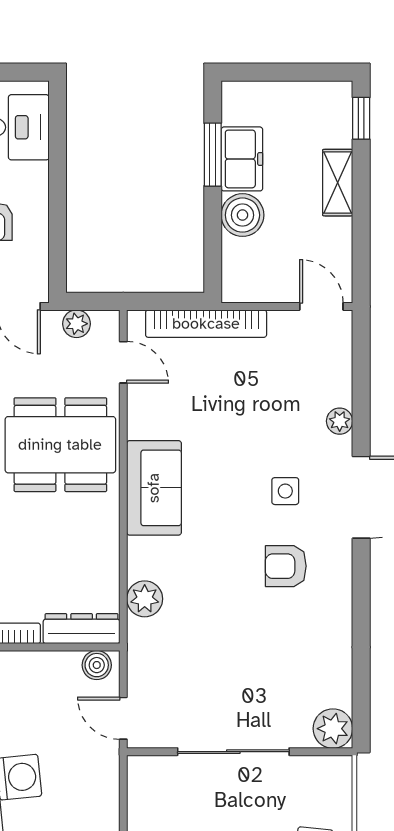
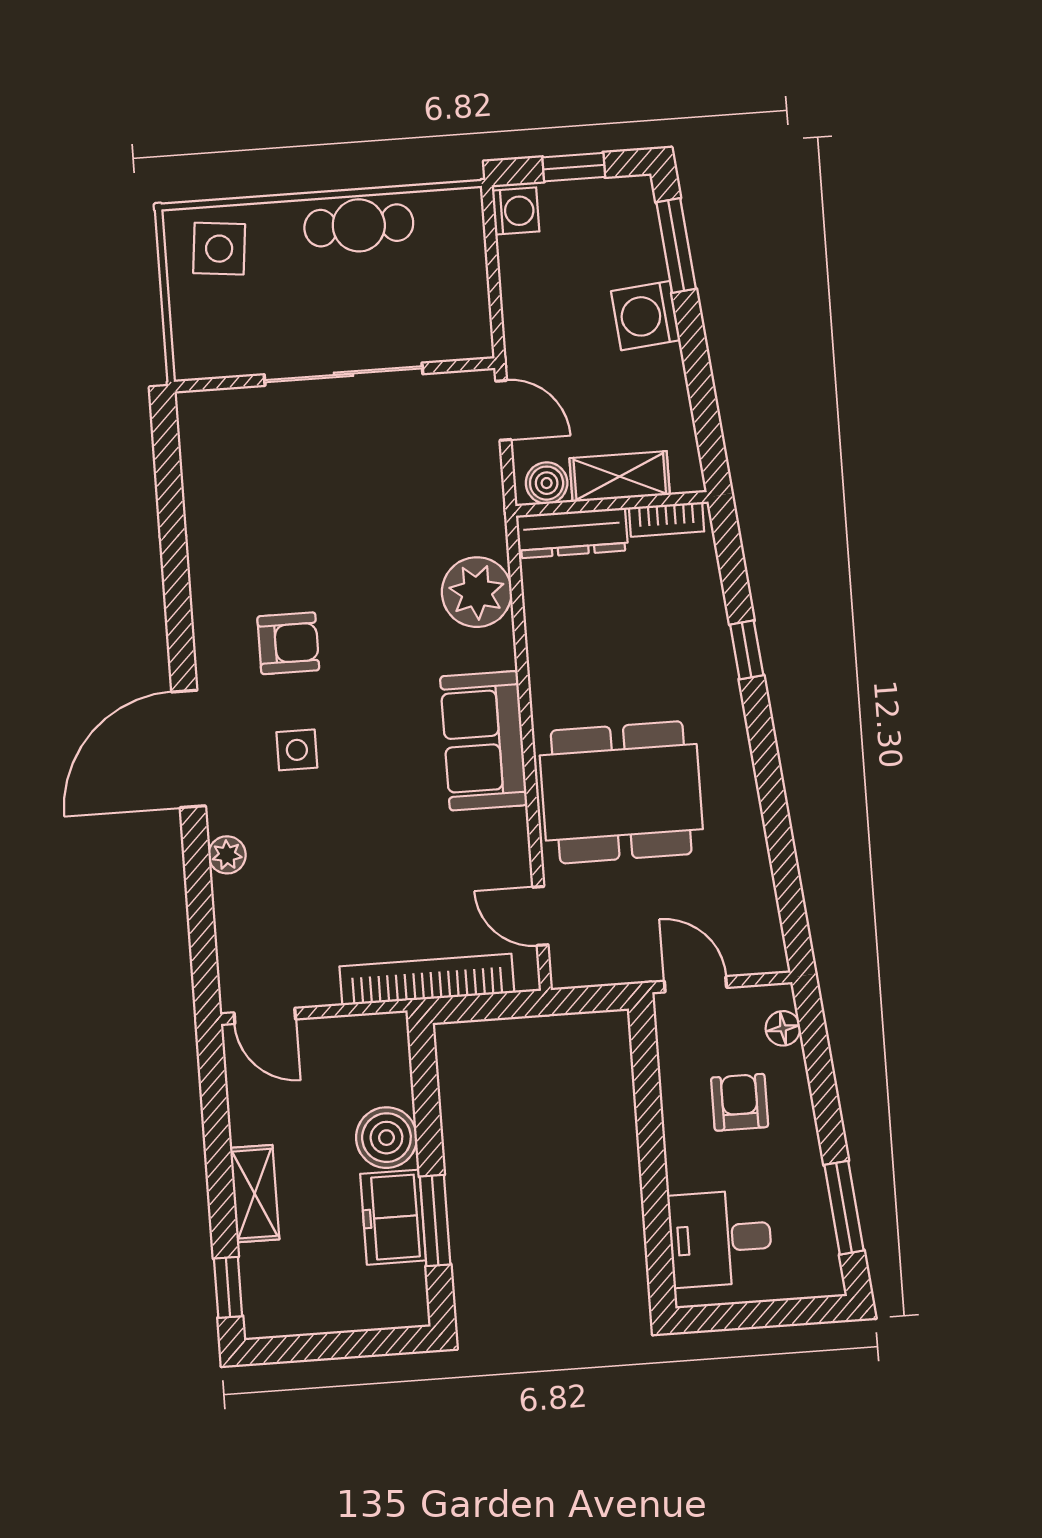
plant: (76, 324) -> (611, 966), removed
plant: (145, 599) -> (477, 592), width x1.36, depth x1.36
shelving: (45, 666) -> (620, 476), added
plant: (333, 729) -> (204, 417), removed

